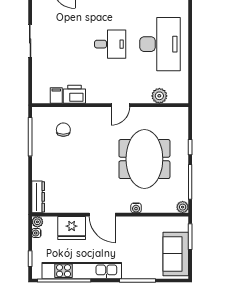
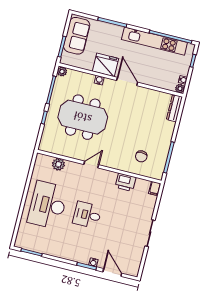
filing cabinet: (56, 96) -> (155, 188), moved
meeting table: (144, 159) -> (83, 117), turned 90
fridge: (72, 228) -> (106, 65), moved

